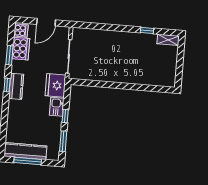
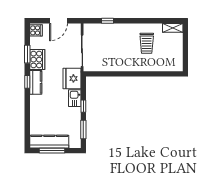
window: (147, 30) -> (108, 21), moved
cooker: (21, 49) -> (37, 60), moved
trolley: (139, 54) -> (147, 43), added

